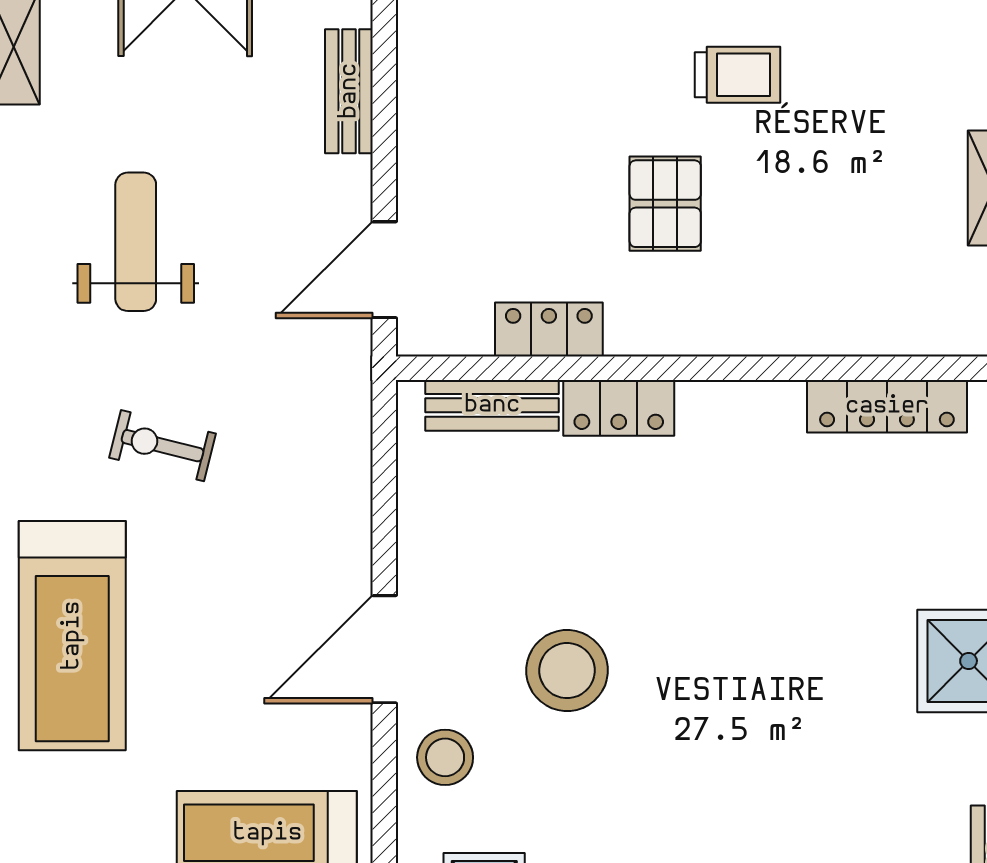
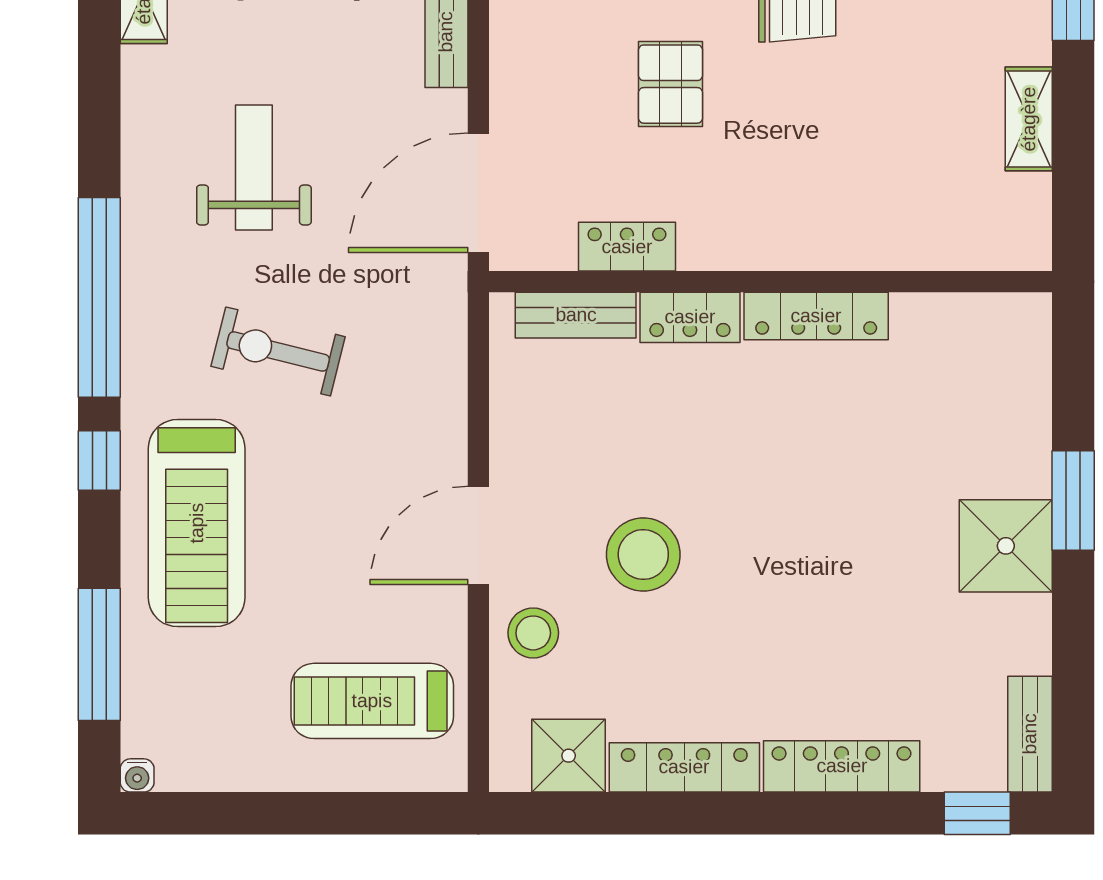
pallet: (665, 204) -> (671, 84), moved
door: (384, 270) -> (478, 193), width x1.36
locker: (887, 406) -> (816, 316), moved
exercise bike: (162, 446) -> (278, 351), width x1.38, depth x1.39

